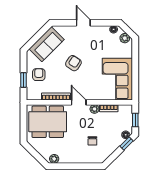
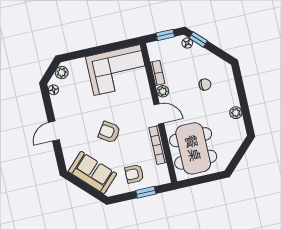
door: (79, 102) -> (159, 114), swing flipped
plant: (54, 159) -> (236, 113), moved

